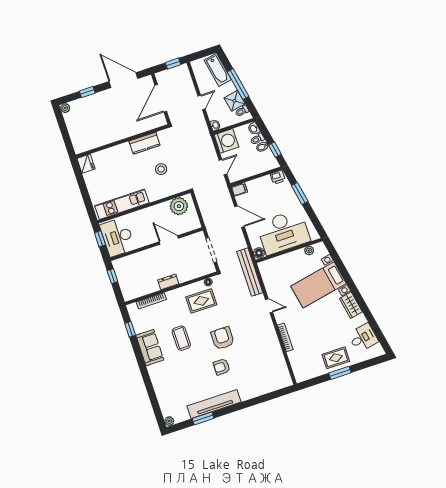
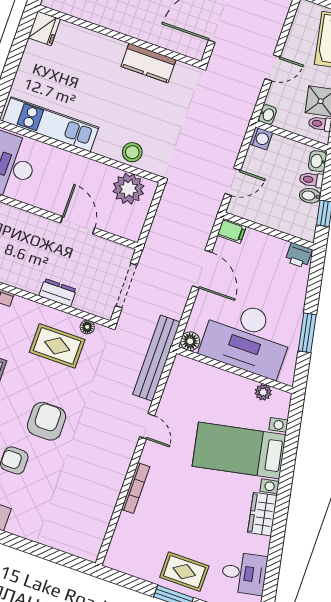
washing machine: (226, 141) -> (261, 138), width x0.53, depth x0.53
stool: (161, 169) -> (132, 152), moved
window: (300, 194) -> (307, 333), moved
dresser: (168, 282) -> (58, 293), moved

